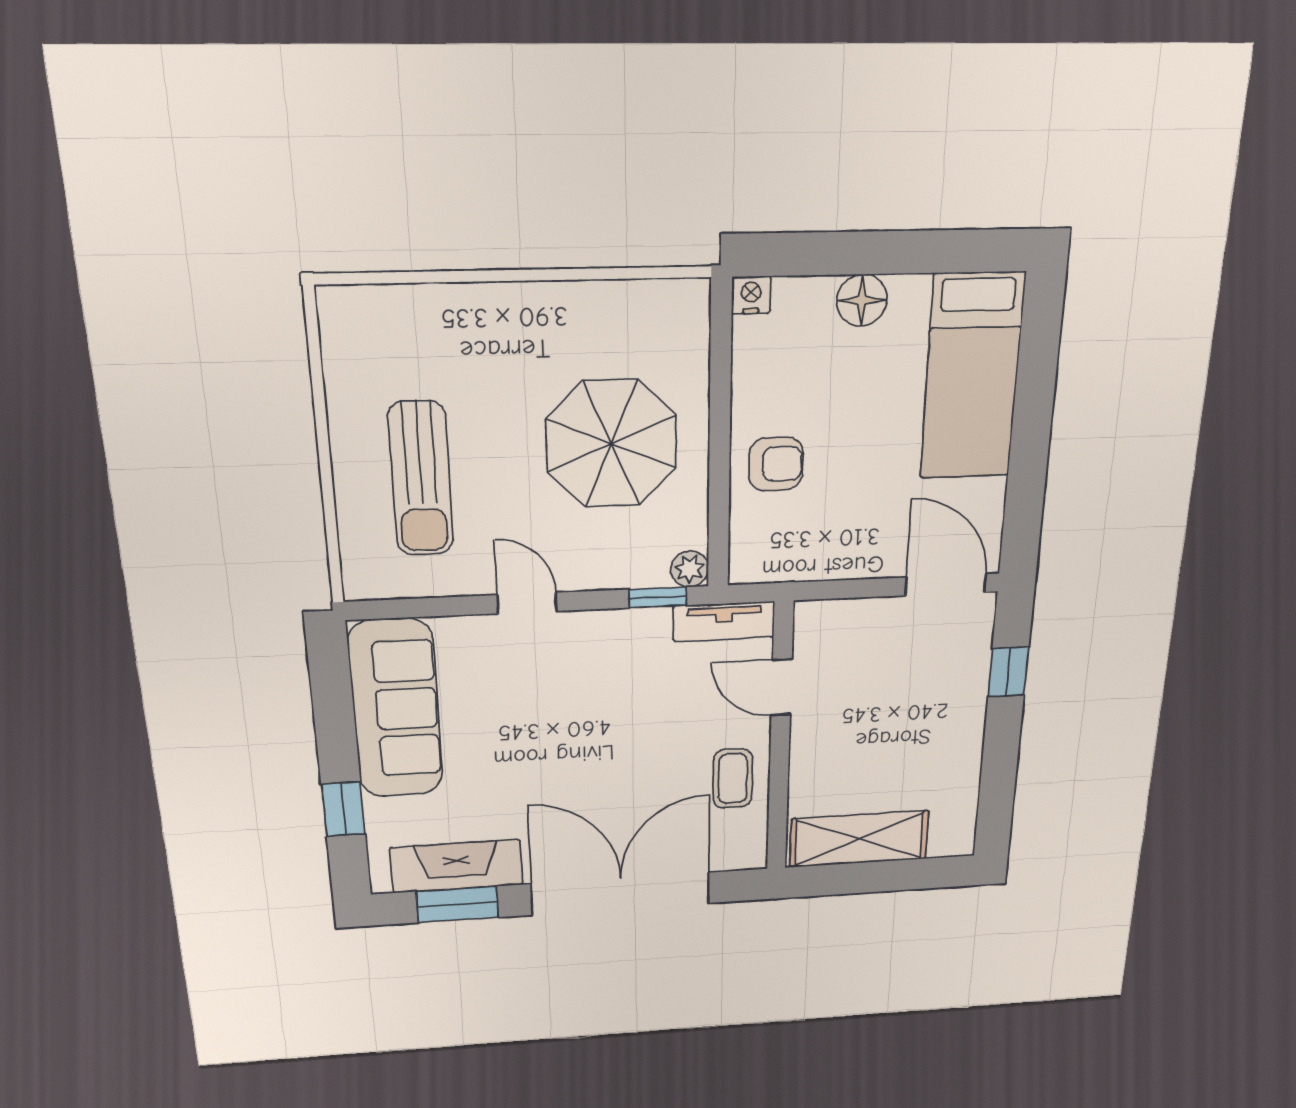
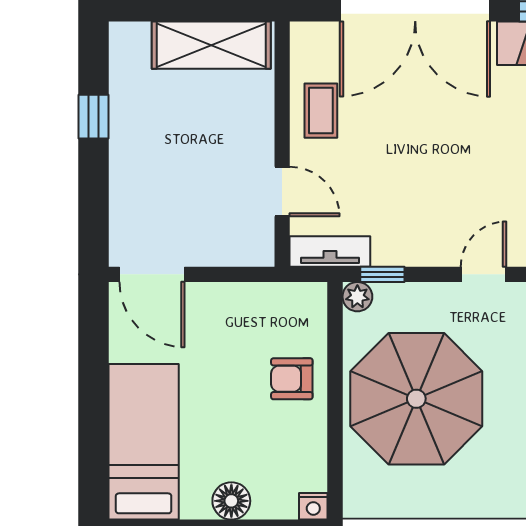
parasol: (611, 444) -> (416, 399), width x1.36, depth x1.36
door: (527, 603) -> (484, 274), swing flipped
window: (1008, 672) -> (93, 117), moved

